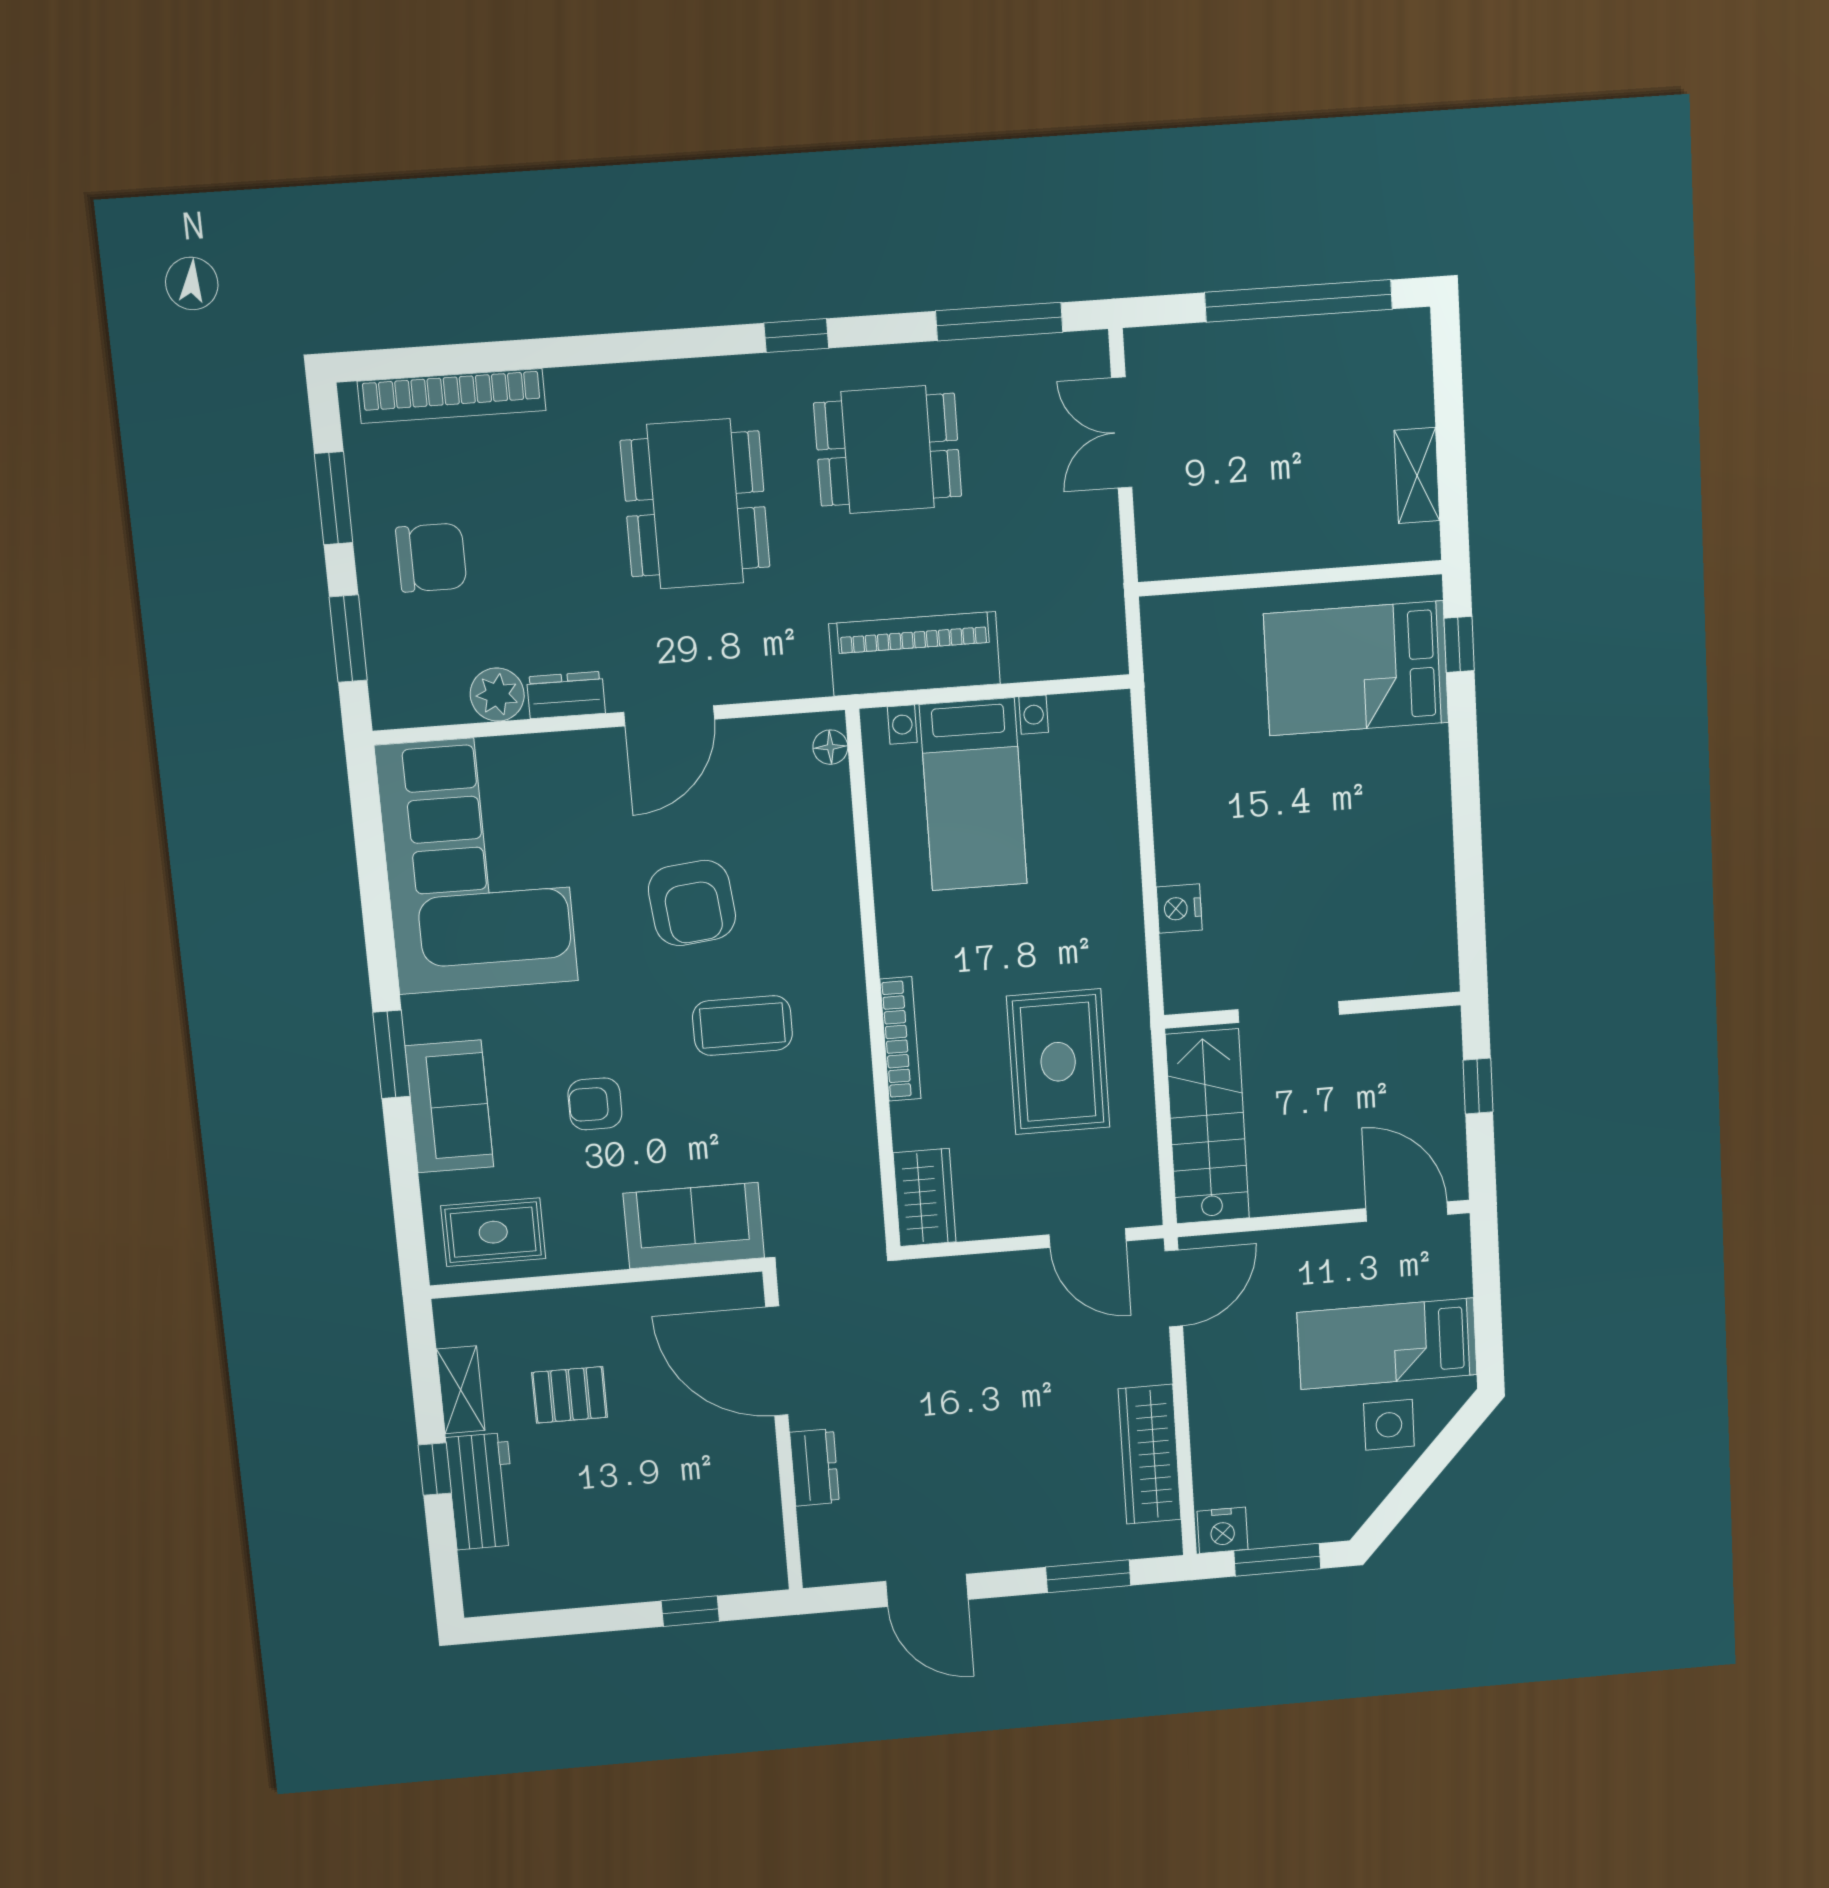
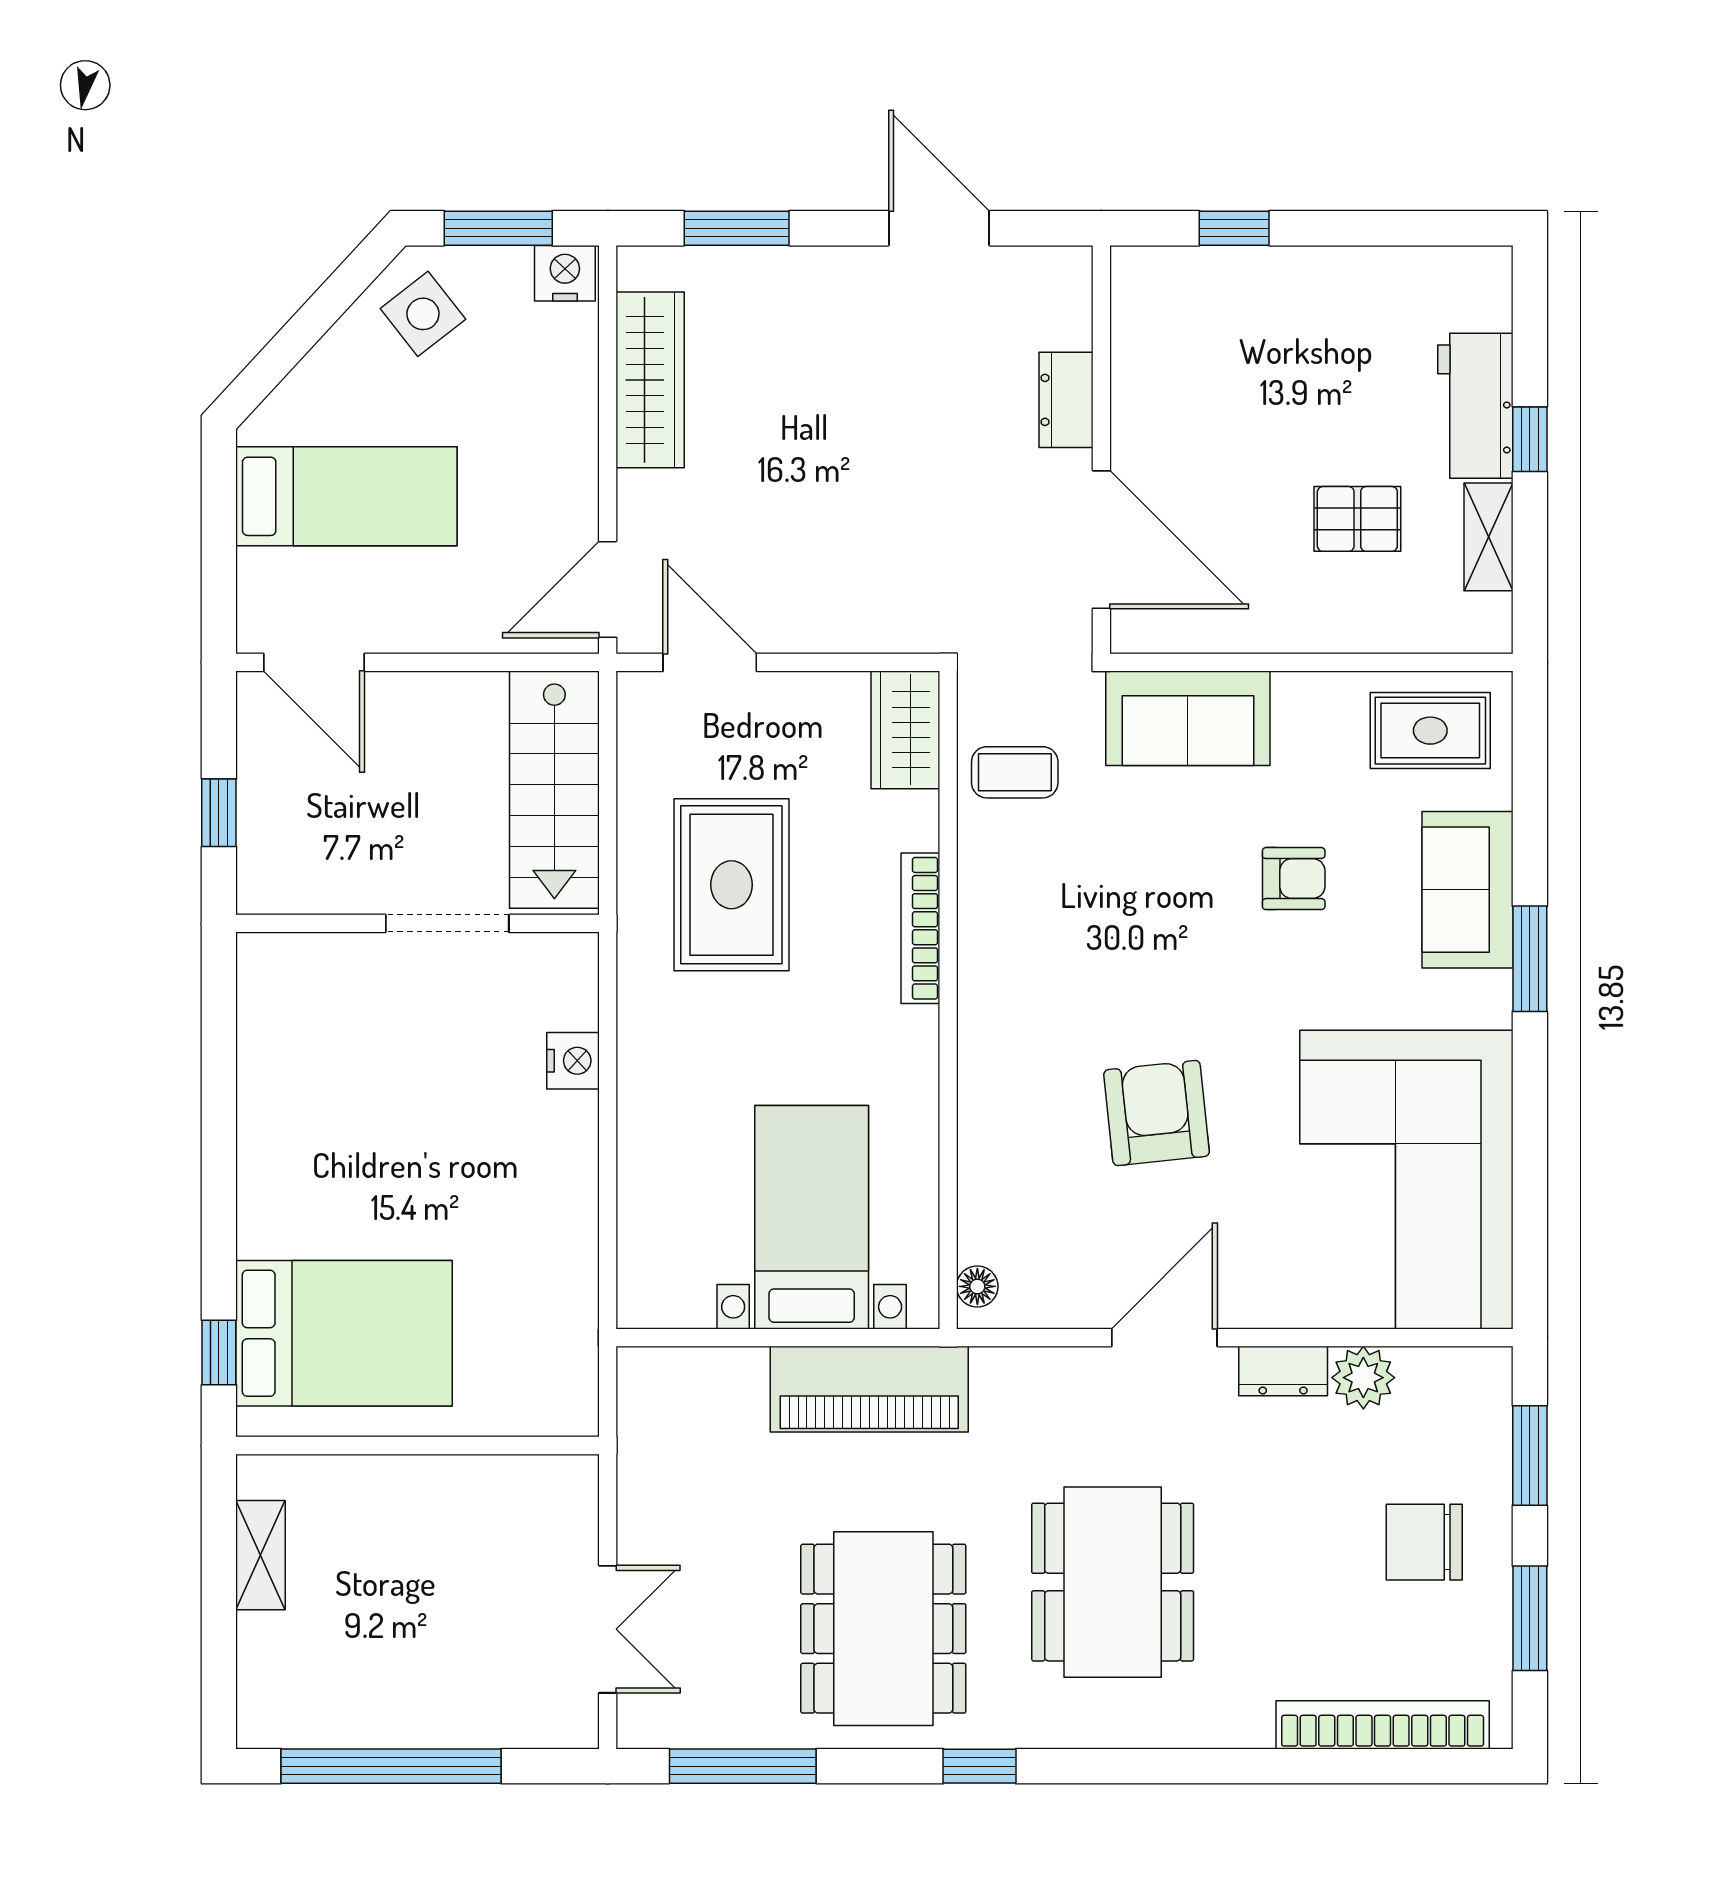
dining table: (888, 450) -> (883, 1629), width x1.38
coffee table: (742, 1026) -> (1015, 772), moved, width x0.73, depth x0.77
side table: (1389, 1425) -> (423, 314), moved, turned -38

